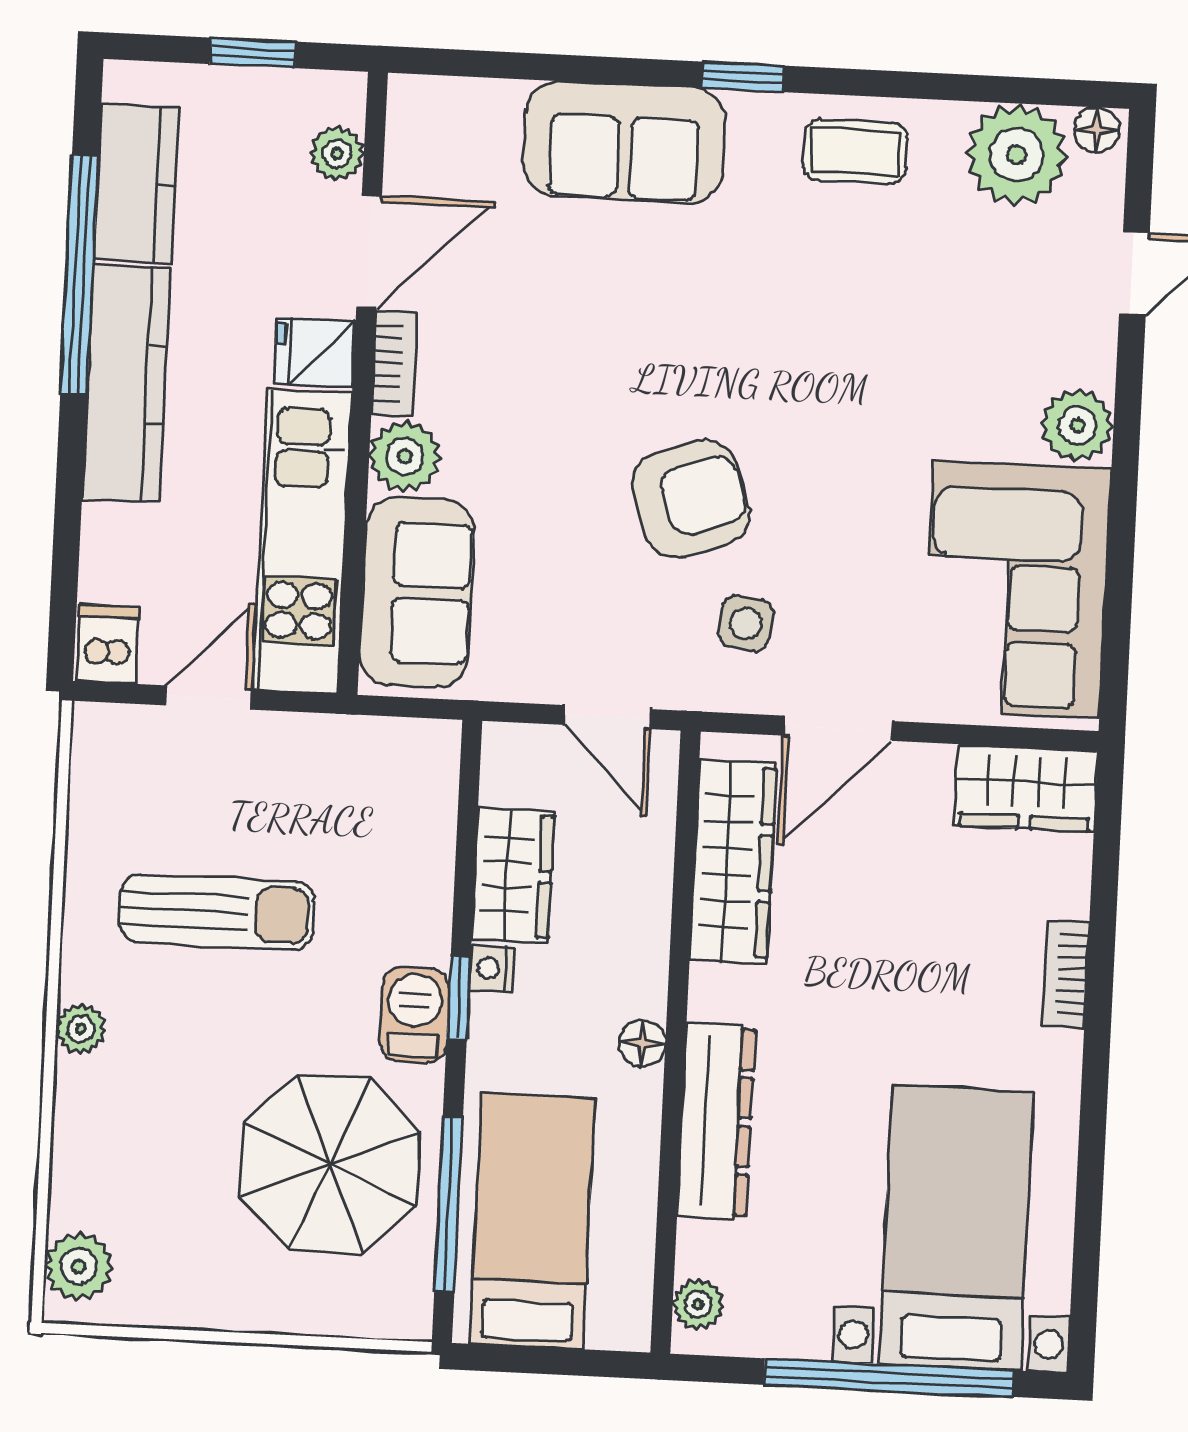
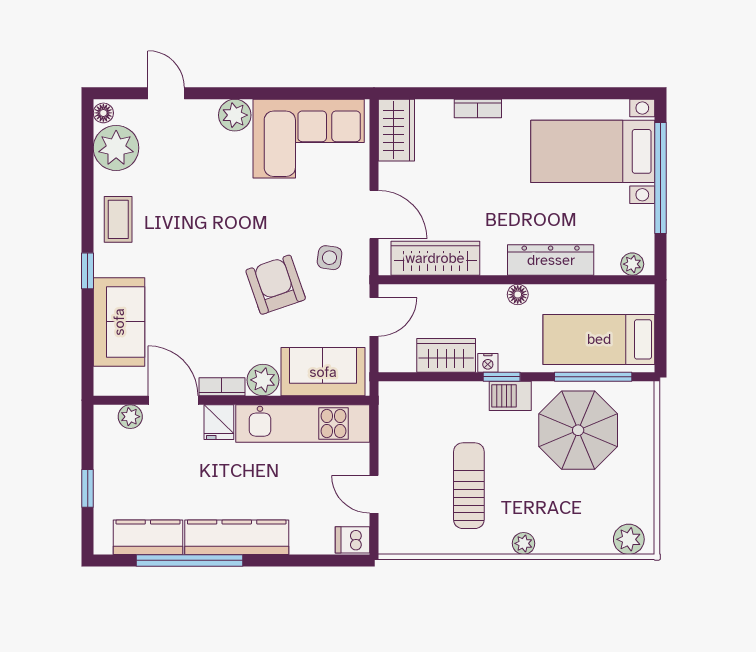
plant: (337, 154) -> (130, 417), moved
door: (369, 252) -> (173, 400), moved
fridge: (315, 352) -> (219, 422), moved
bookcase: (394, 363) -> (222, 387), moved
wall: (363, 383) -> (231, 400), moved
plant: (405, 456) -> (263, 380), moved
kitchen unit: (303, 541) -> (303, 423), moved
sofa: (417, 593) -> (323, 372), moved

